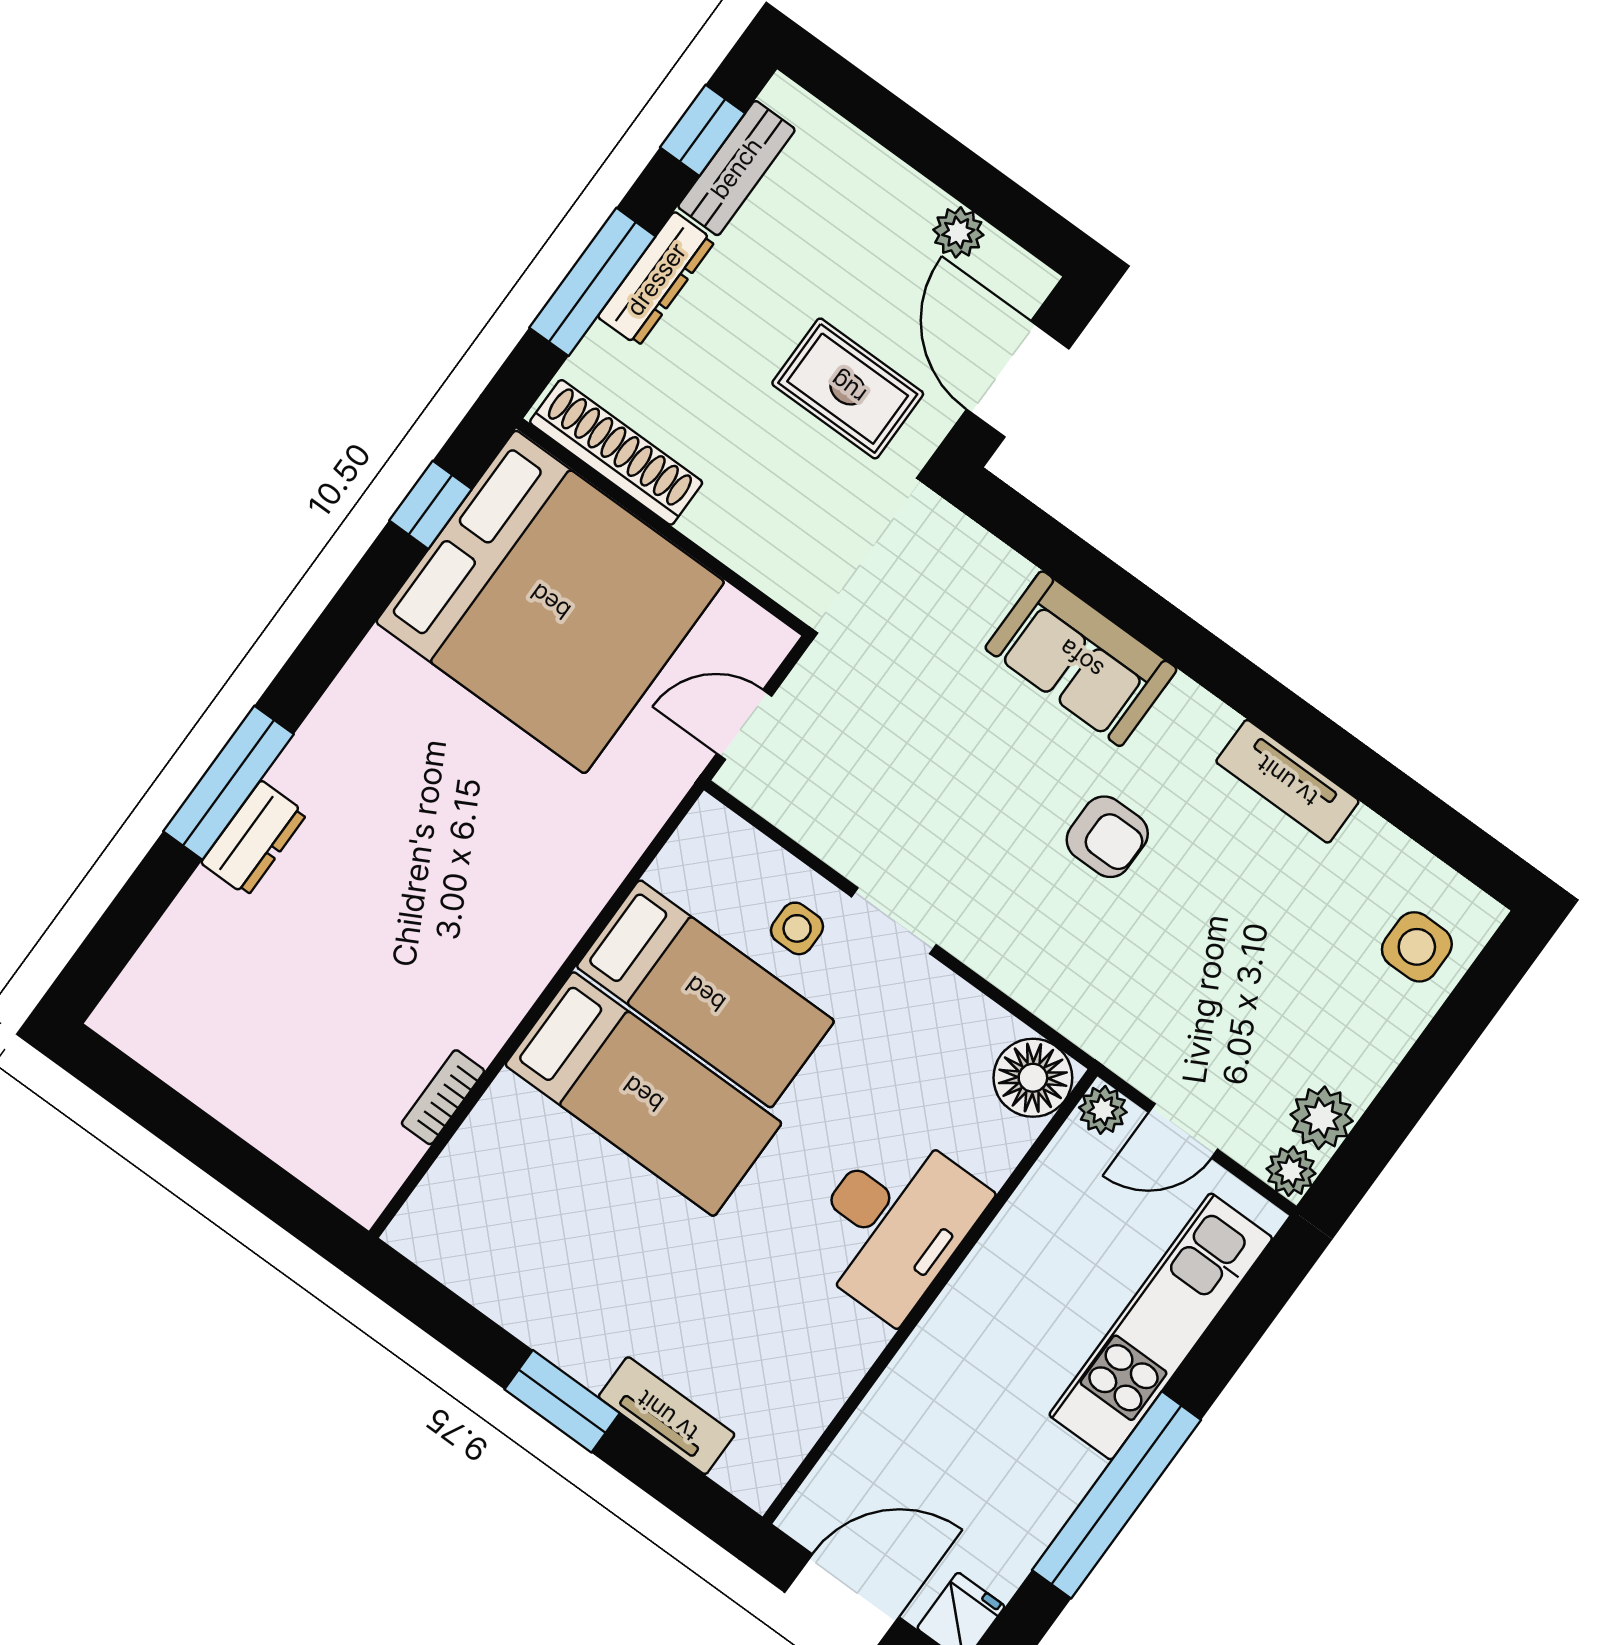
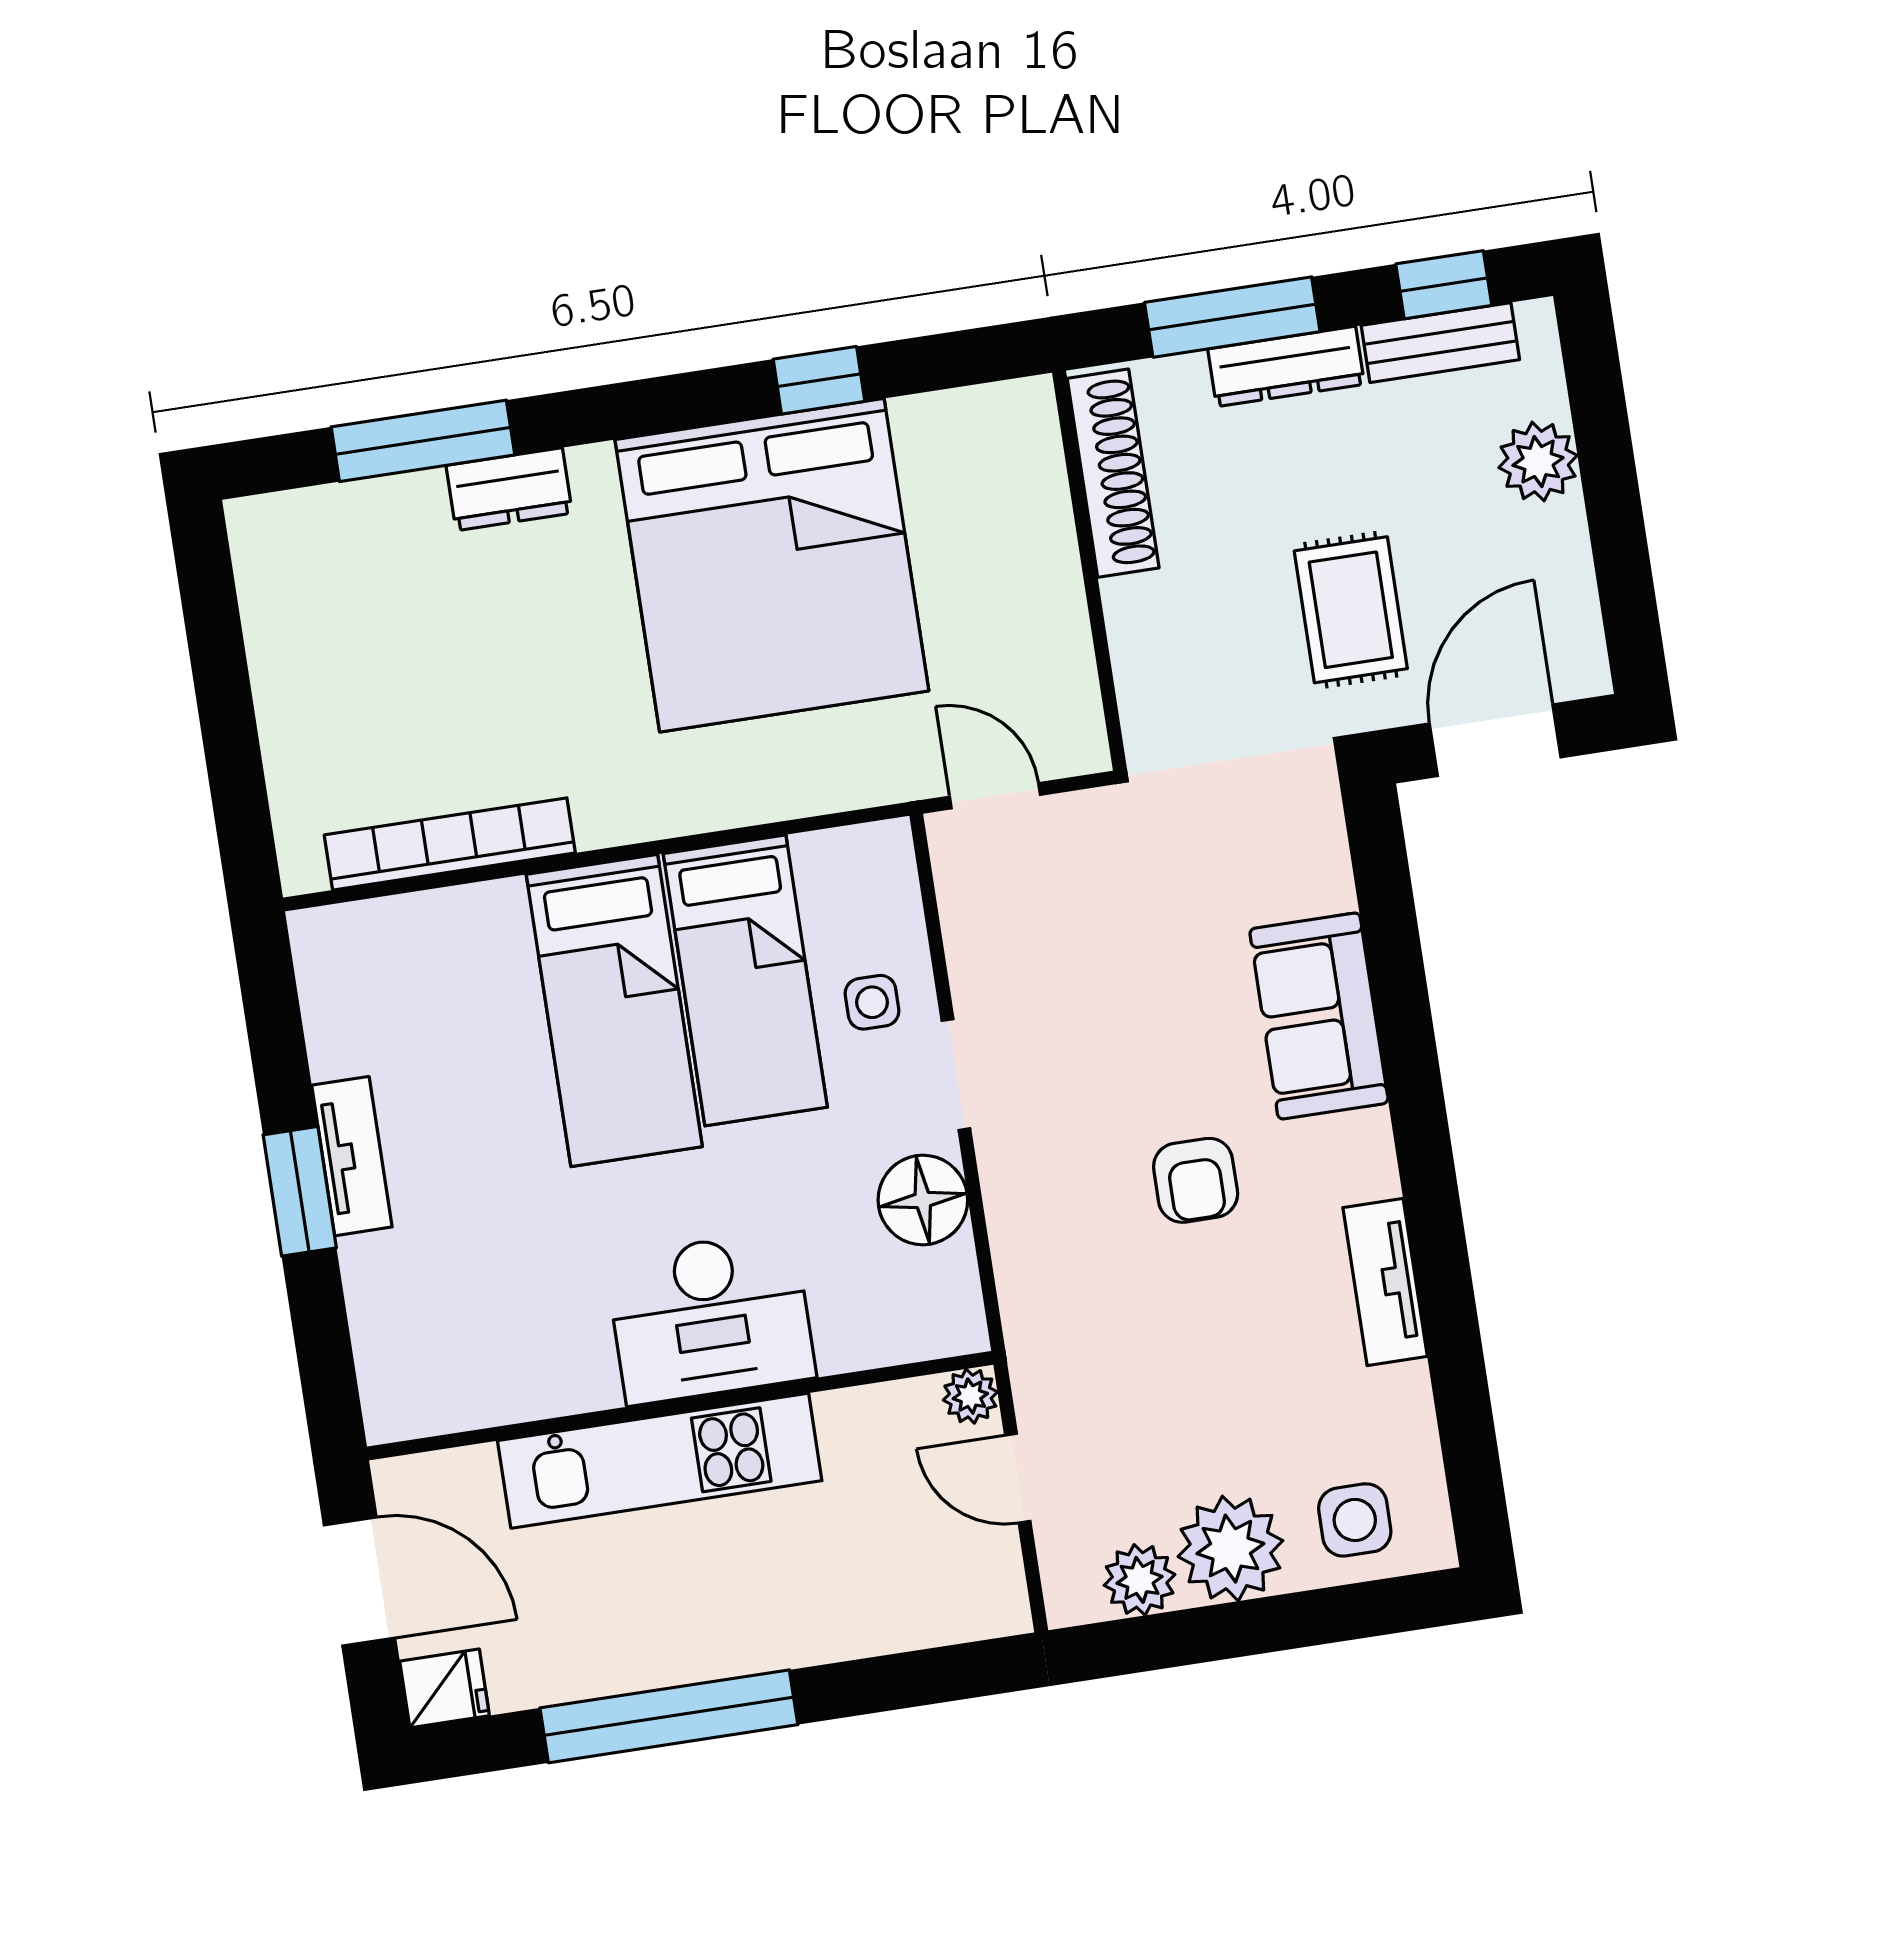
plant: (958, 232) -> (1538, 462), moved, width x1.38, depth x1.38
window: (430, 505) -> (819, 380), moved
bed: (550, 602) -> (772, 565), moved
window: (228, 783) -> (423, 441), moved
floor lamp: (1033, 1078) -> (923, 1200), moved
bookcase: (443, 1097) -> (450, 844), width x2.31, depth x1.31
plant: (1291, 1171) -> (1230, 1549), moved, width x1.87, depth x1.87
kitchen unit: (1161, 1326) -> (660, 1461), moved, turned 180
tv unit: (667, 1416) -> (352, 1156), moved

